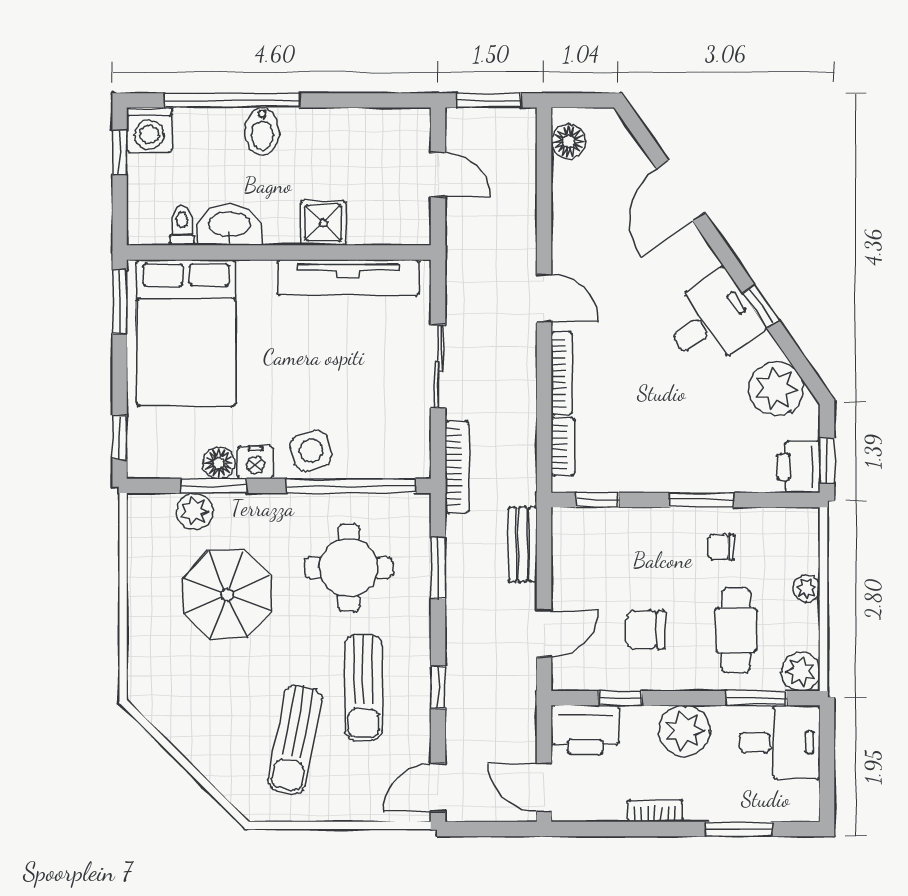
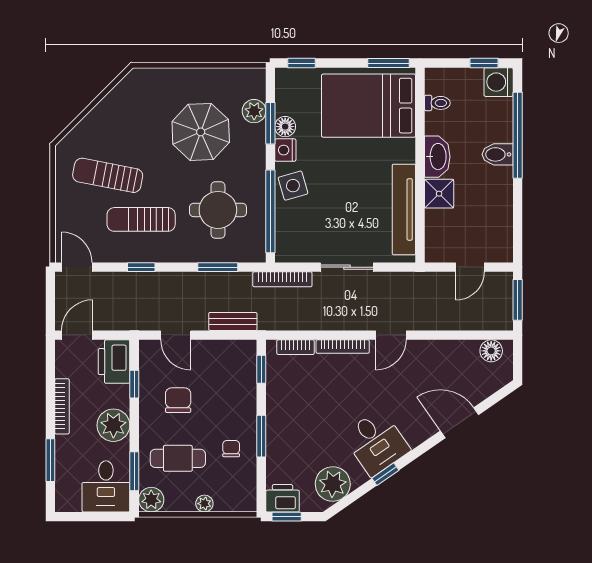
washbasin: (229, 226) -> (437, 157), moved
bookcase: (655, 811) -> (62, 406), width x1.56

